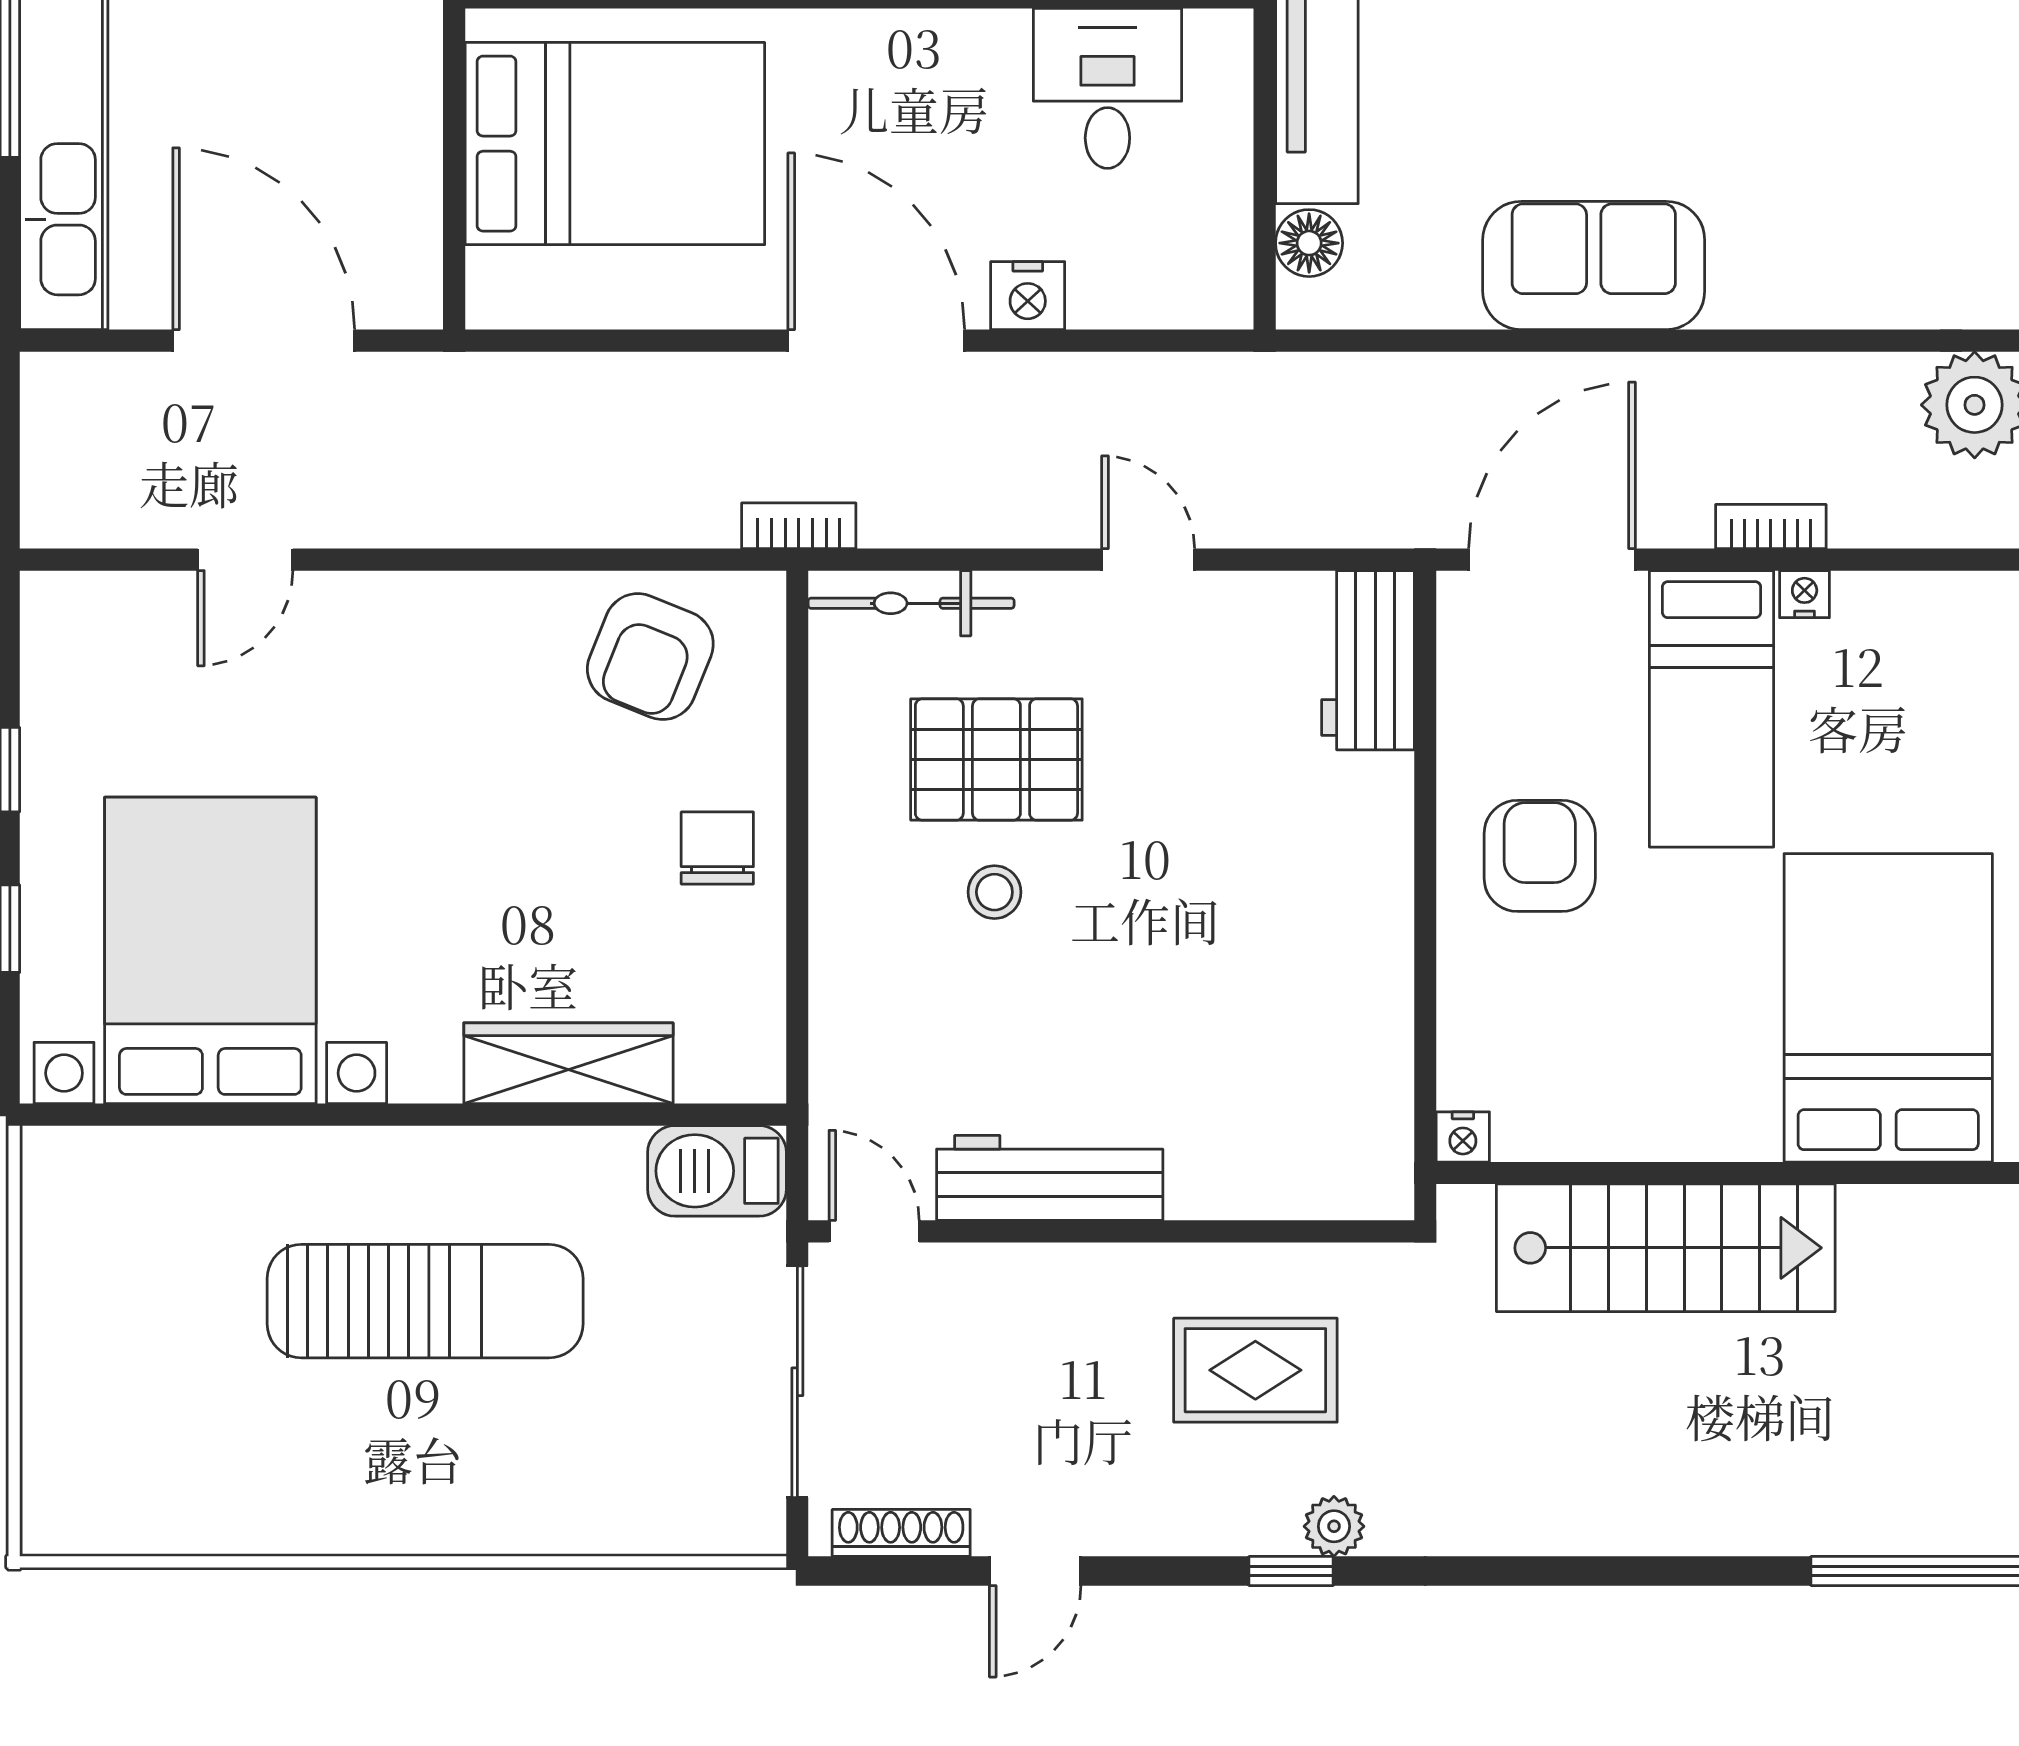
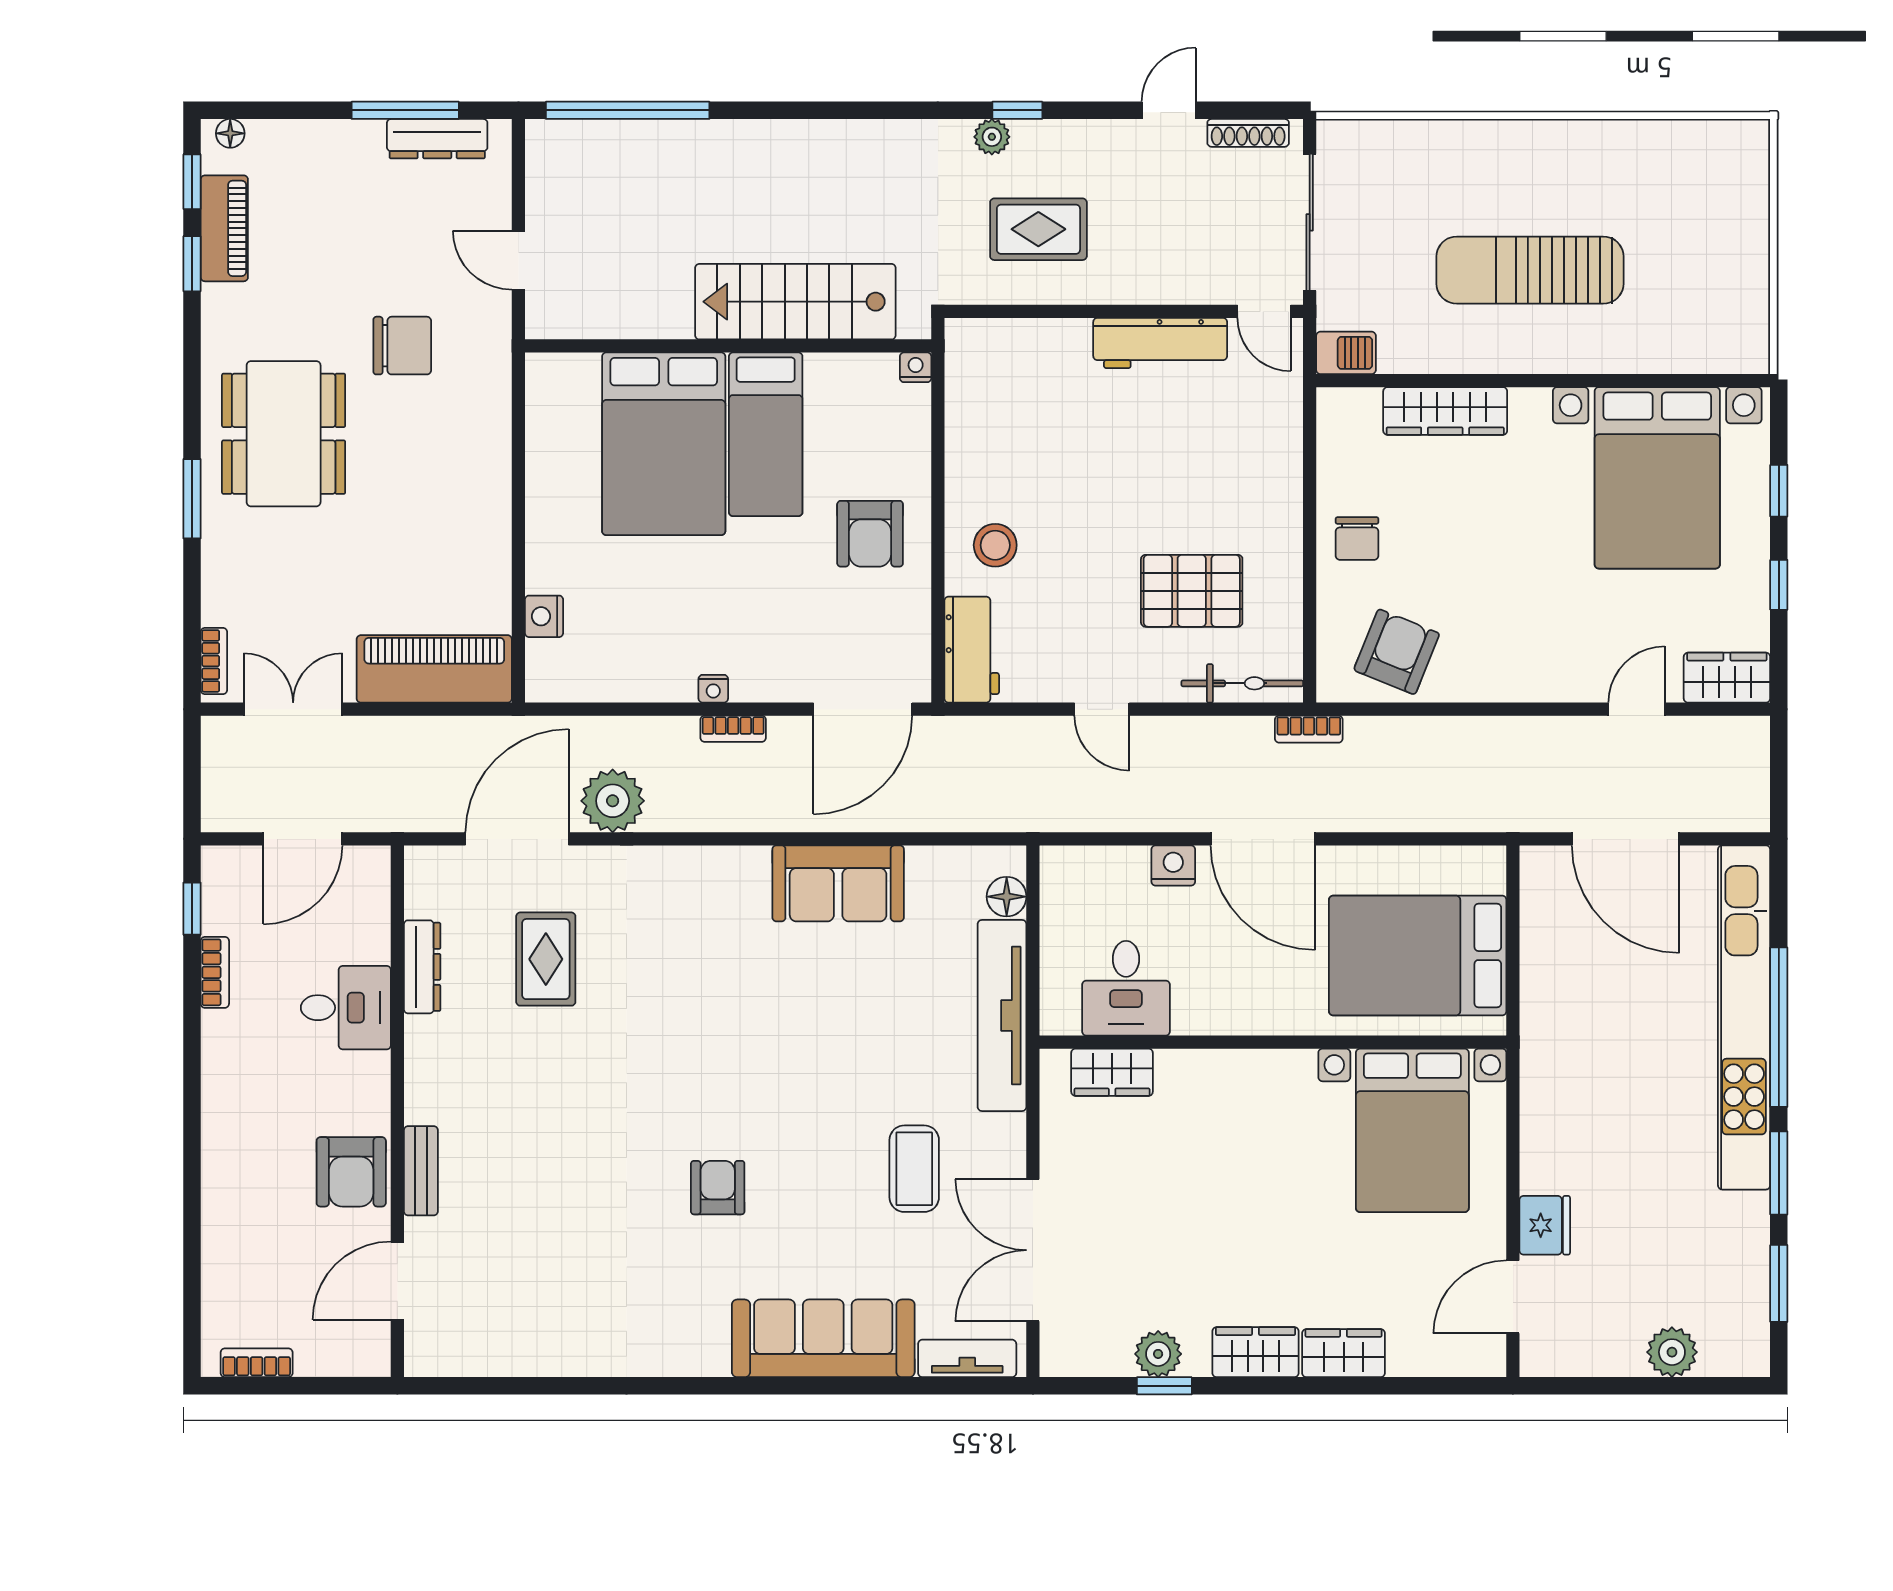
wardrobe: (93, 613) -> (1727, 678), added
bed: (1712, 709) -> (766, 434), moved, turned 180
stool: (994, 892) -> (995, 545), moved, width x1.37, depth x1.37
barbecue: (717, 1171) -> (1346, 353), width x0.73, depth x0.79

